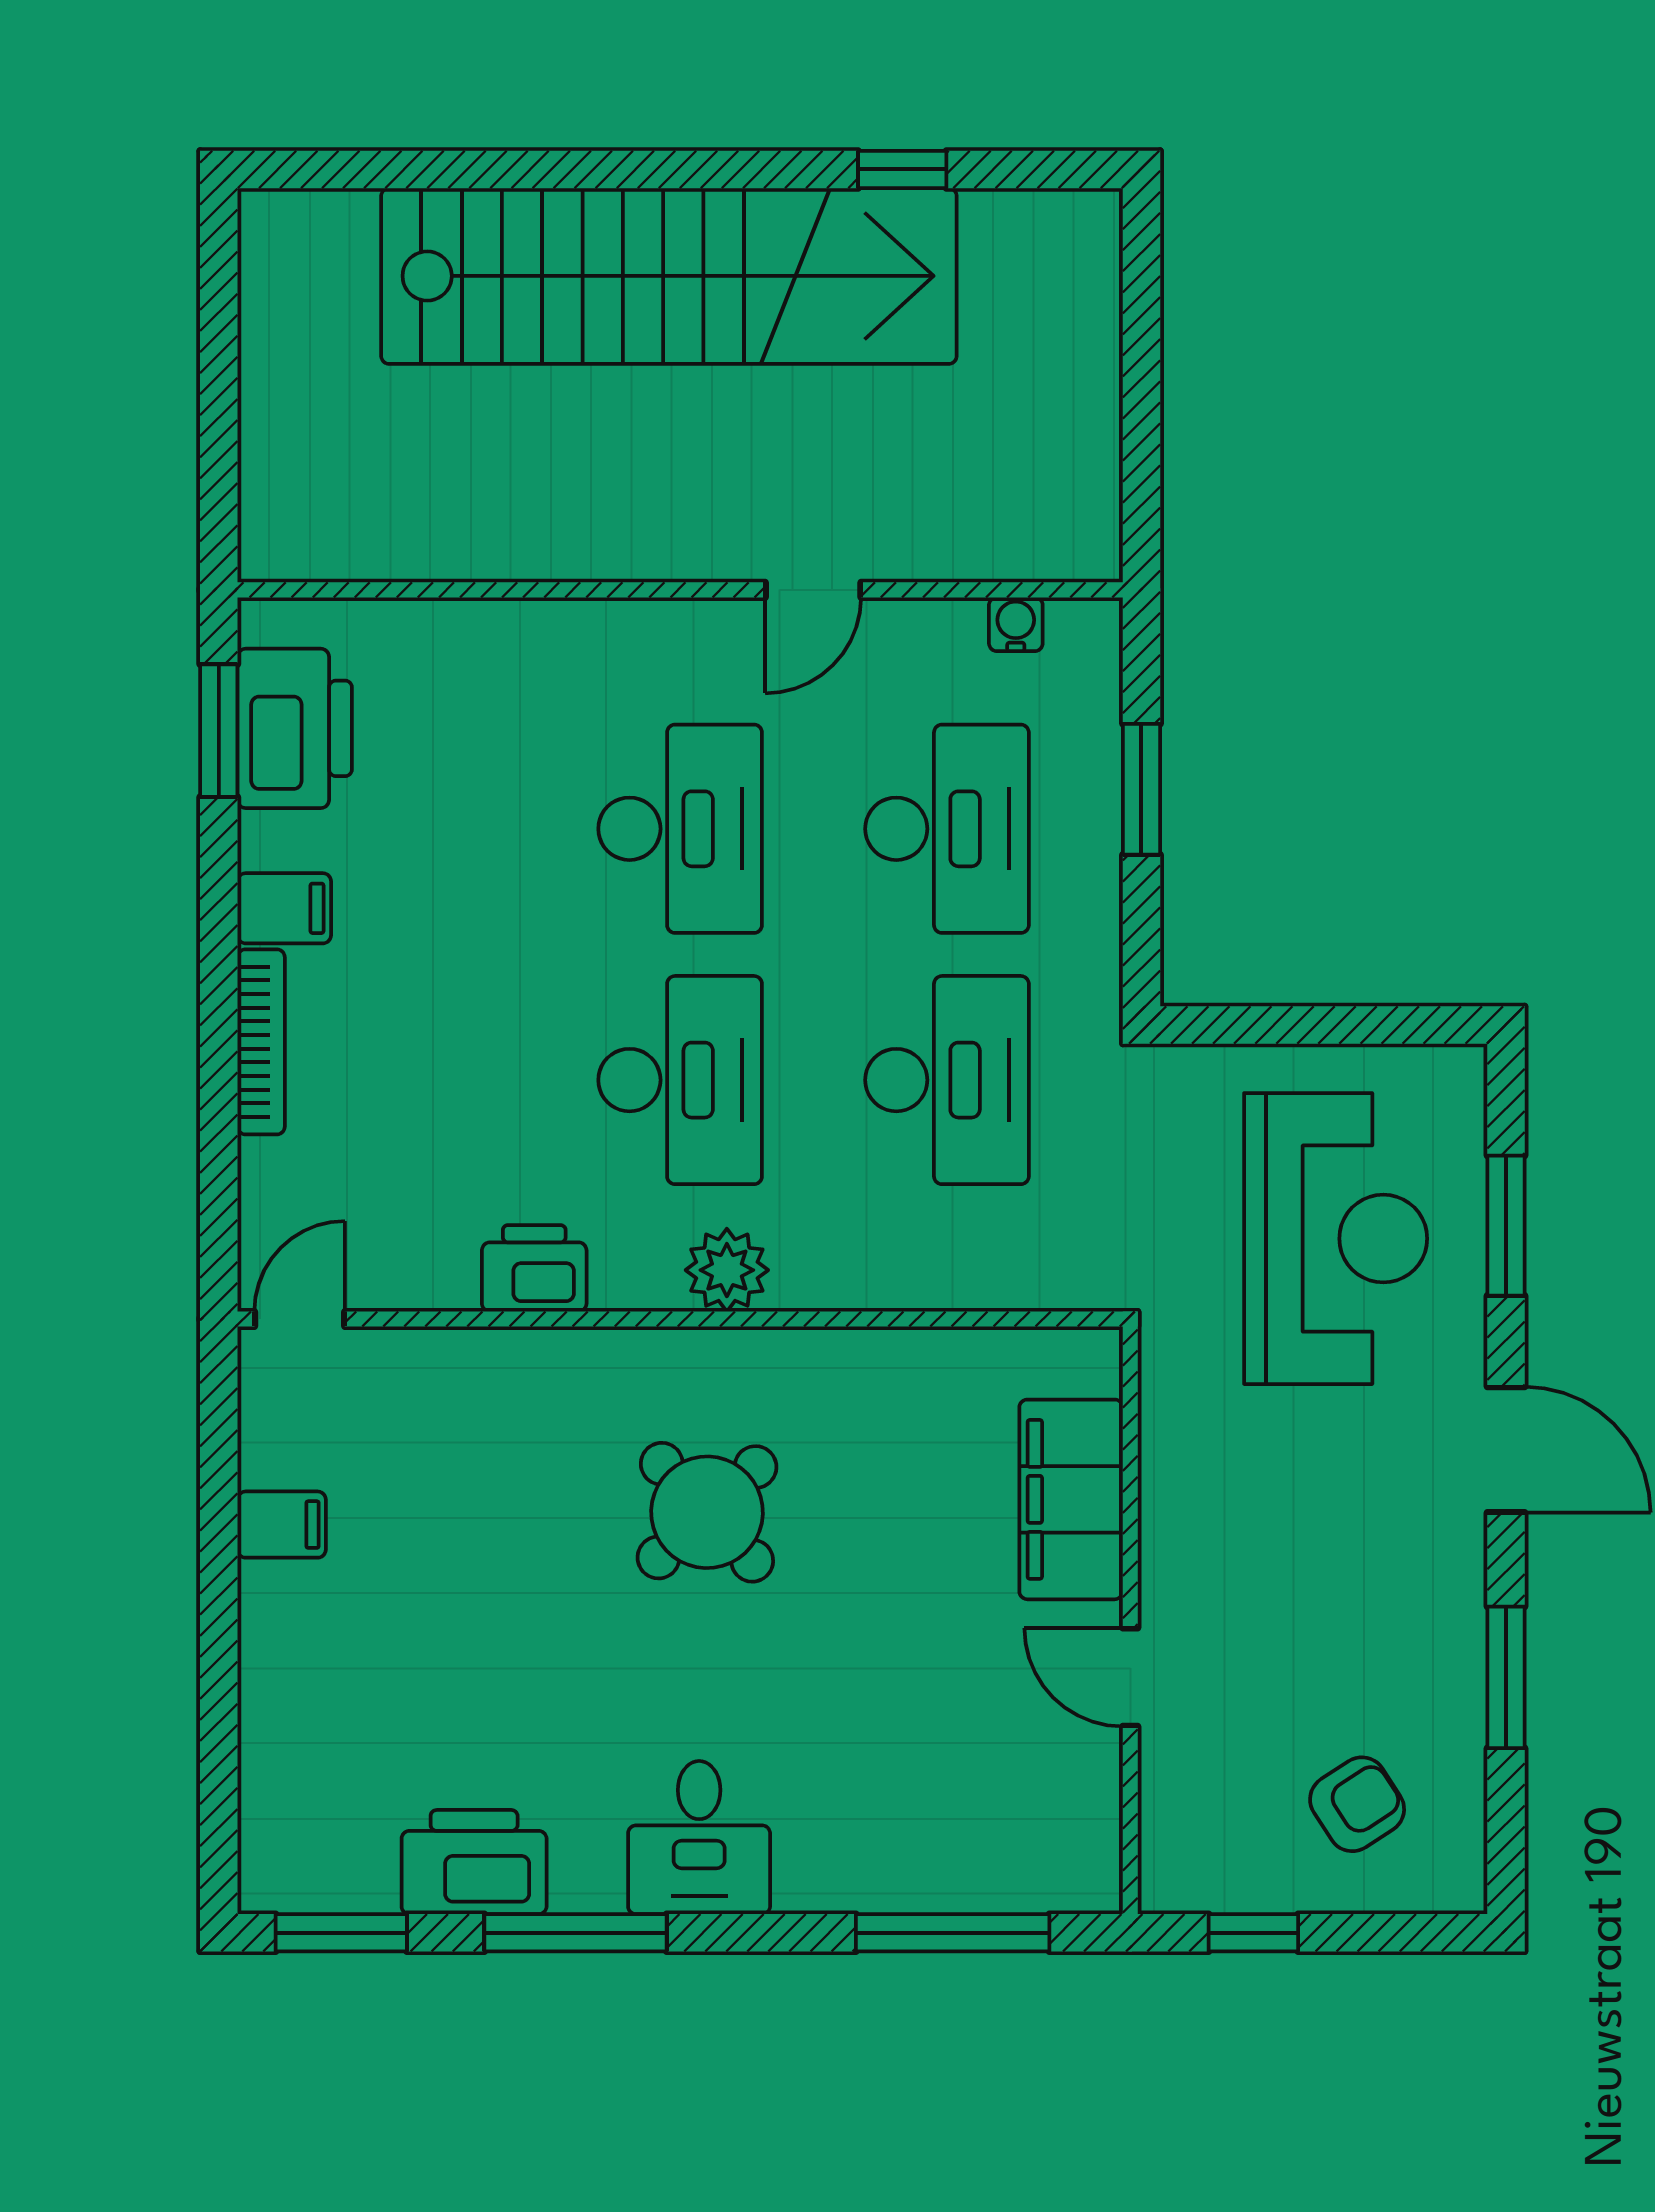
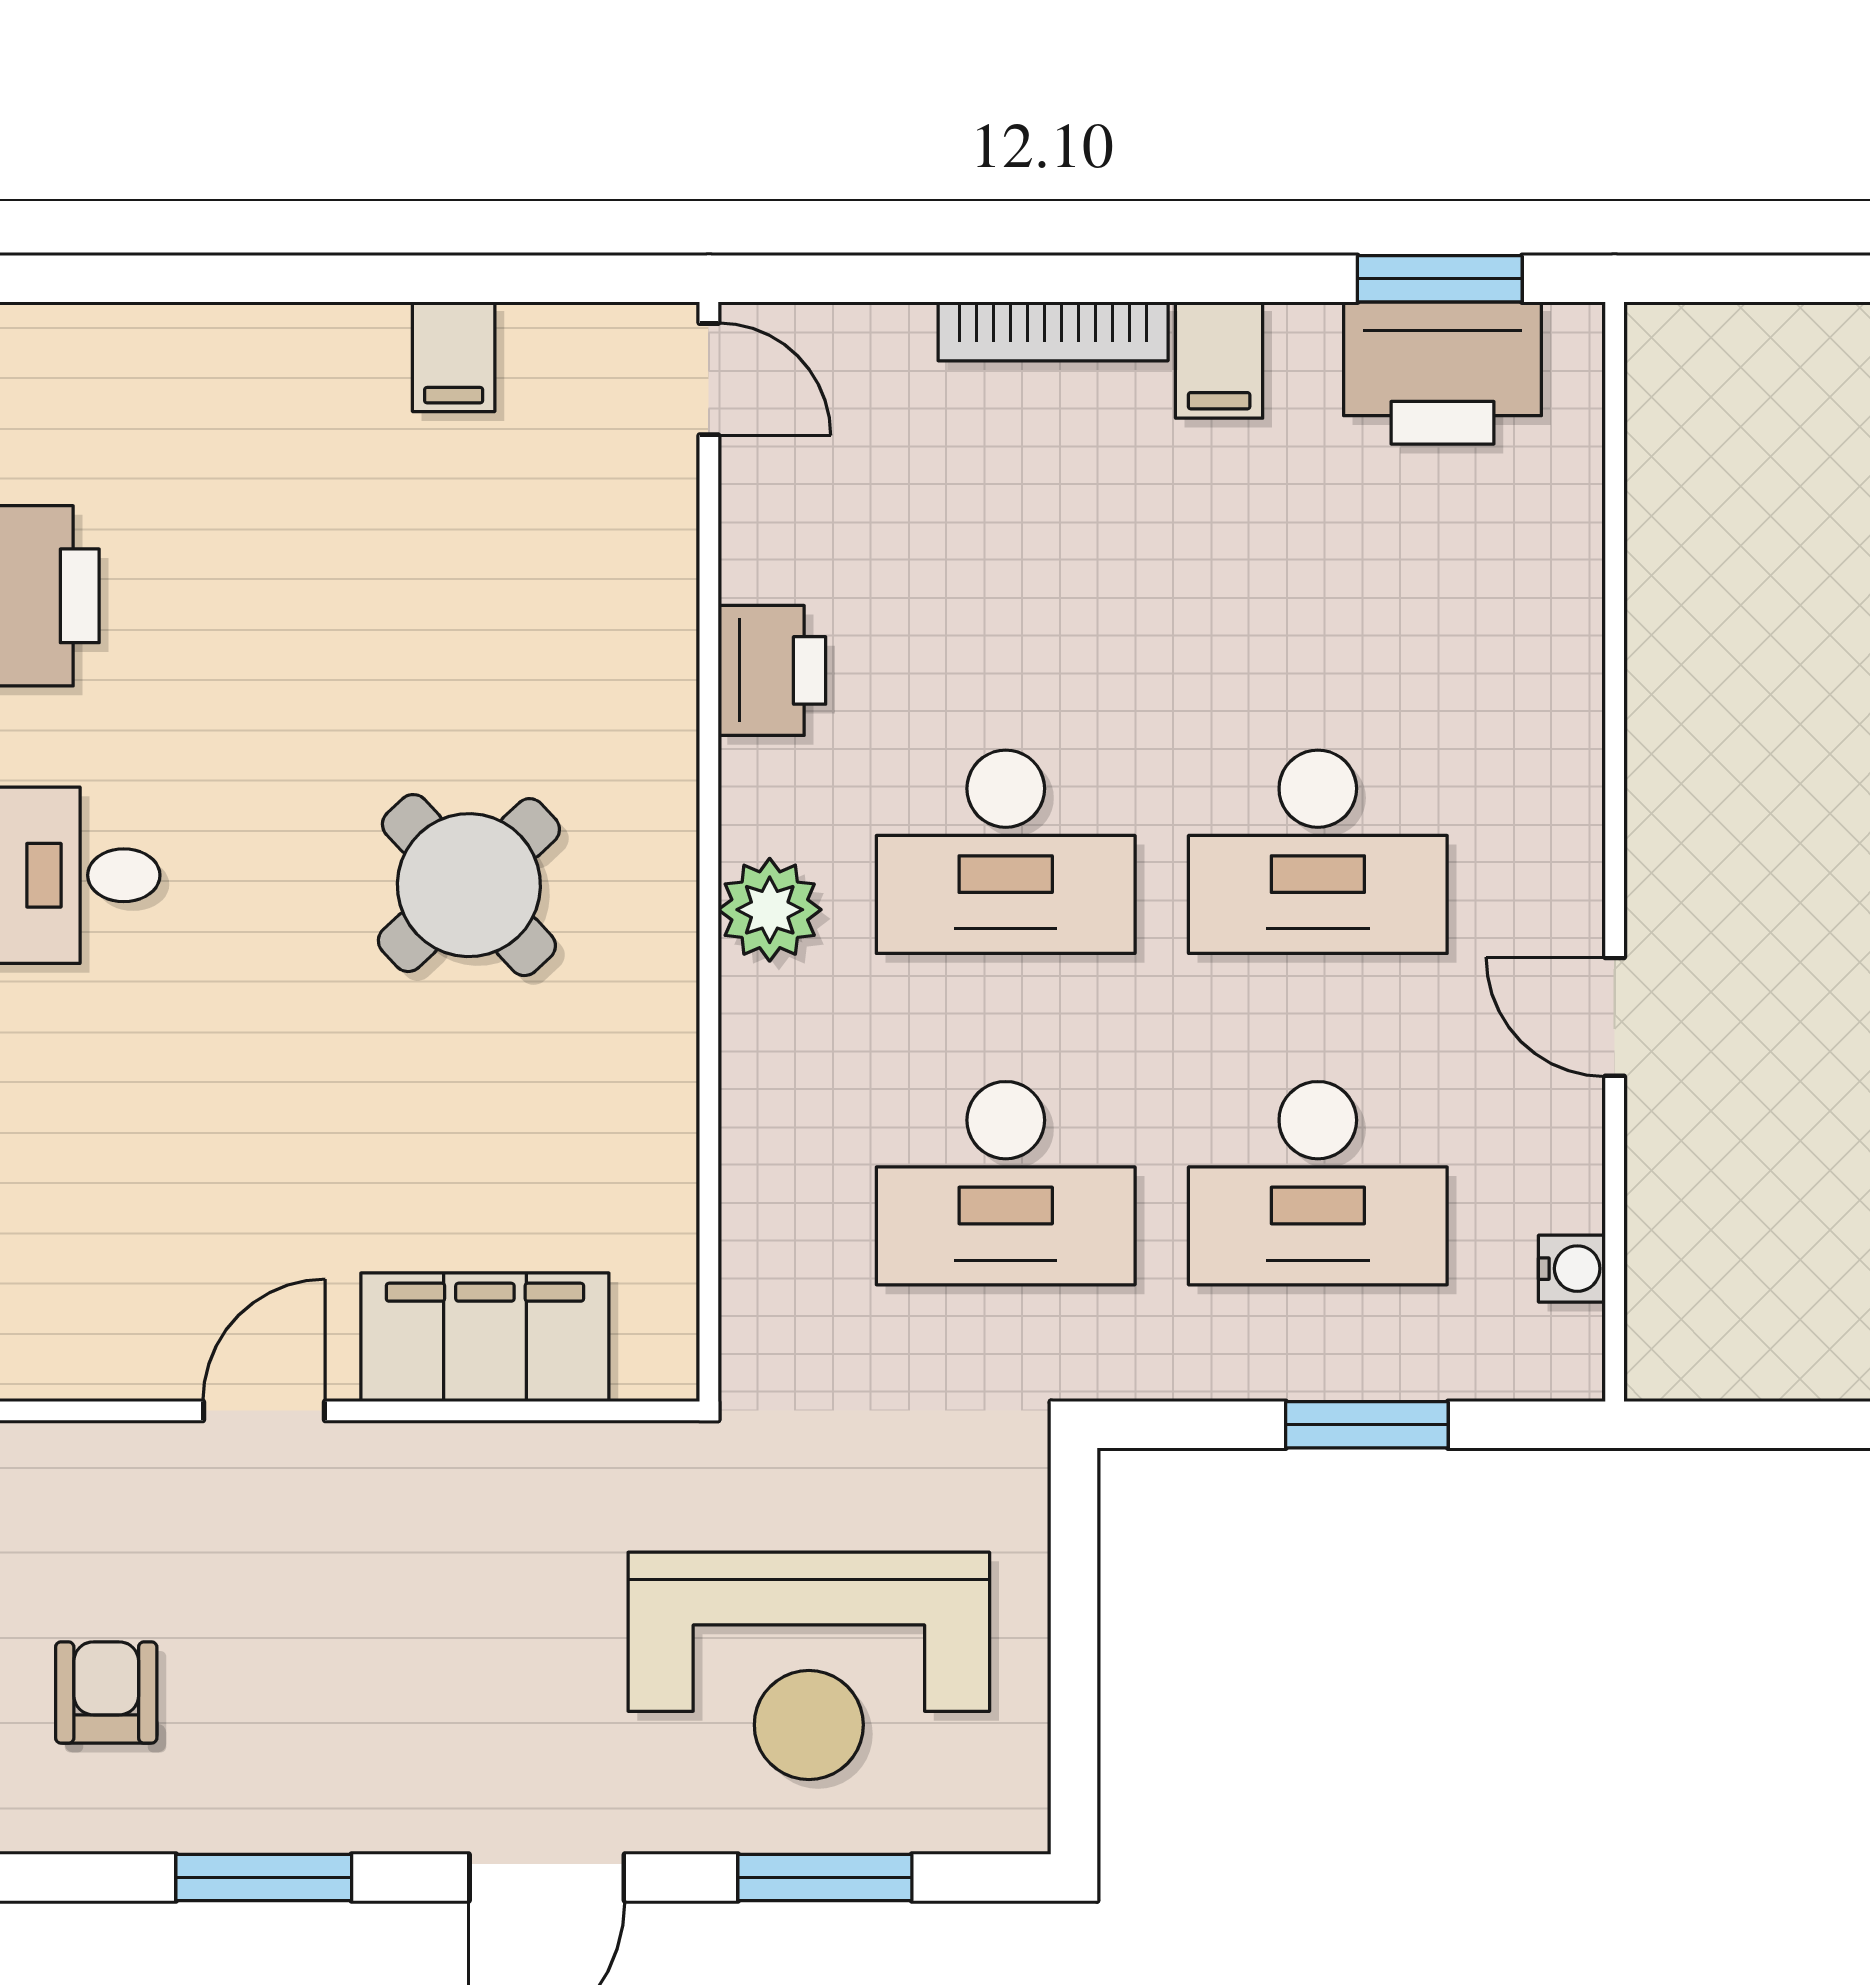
armchair: (1357, 1804) -> (106, 1692), turned -147

